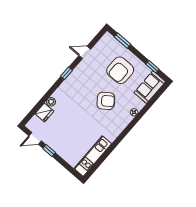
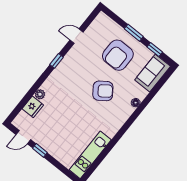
window: (122, 41) -> (134, 33), moved

